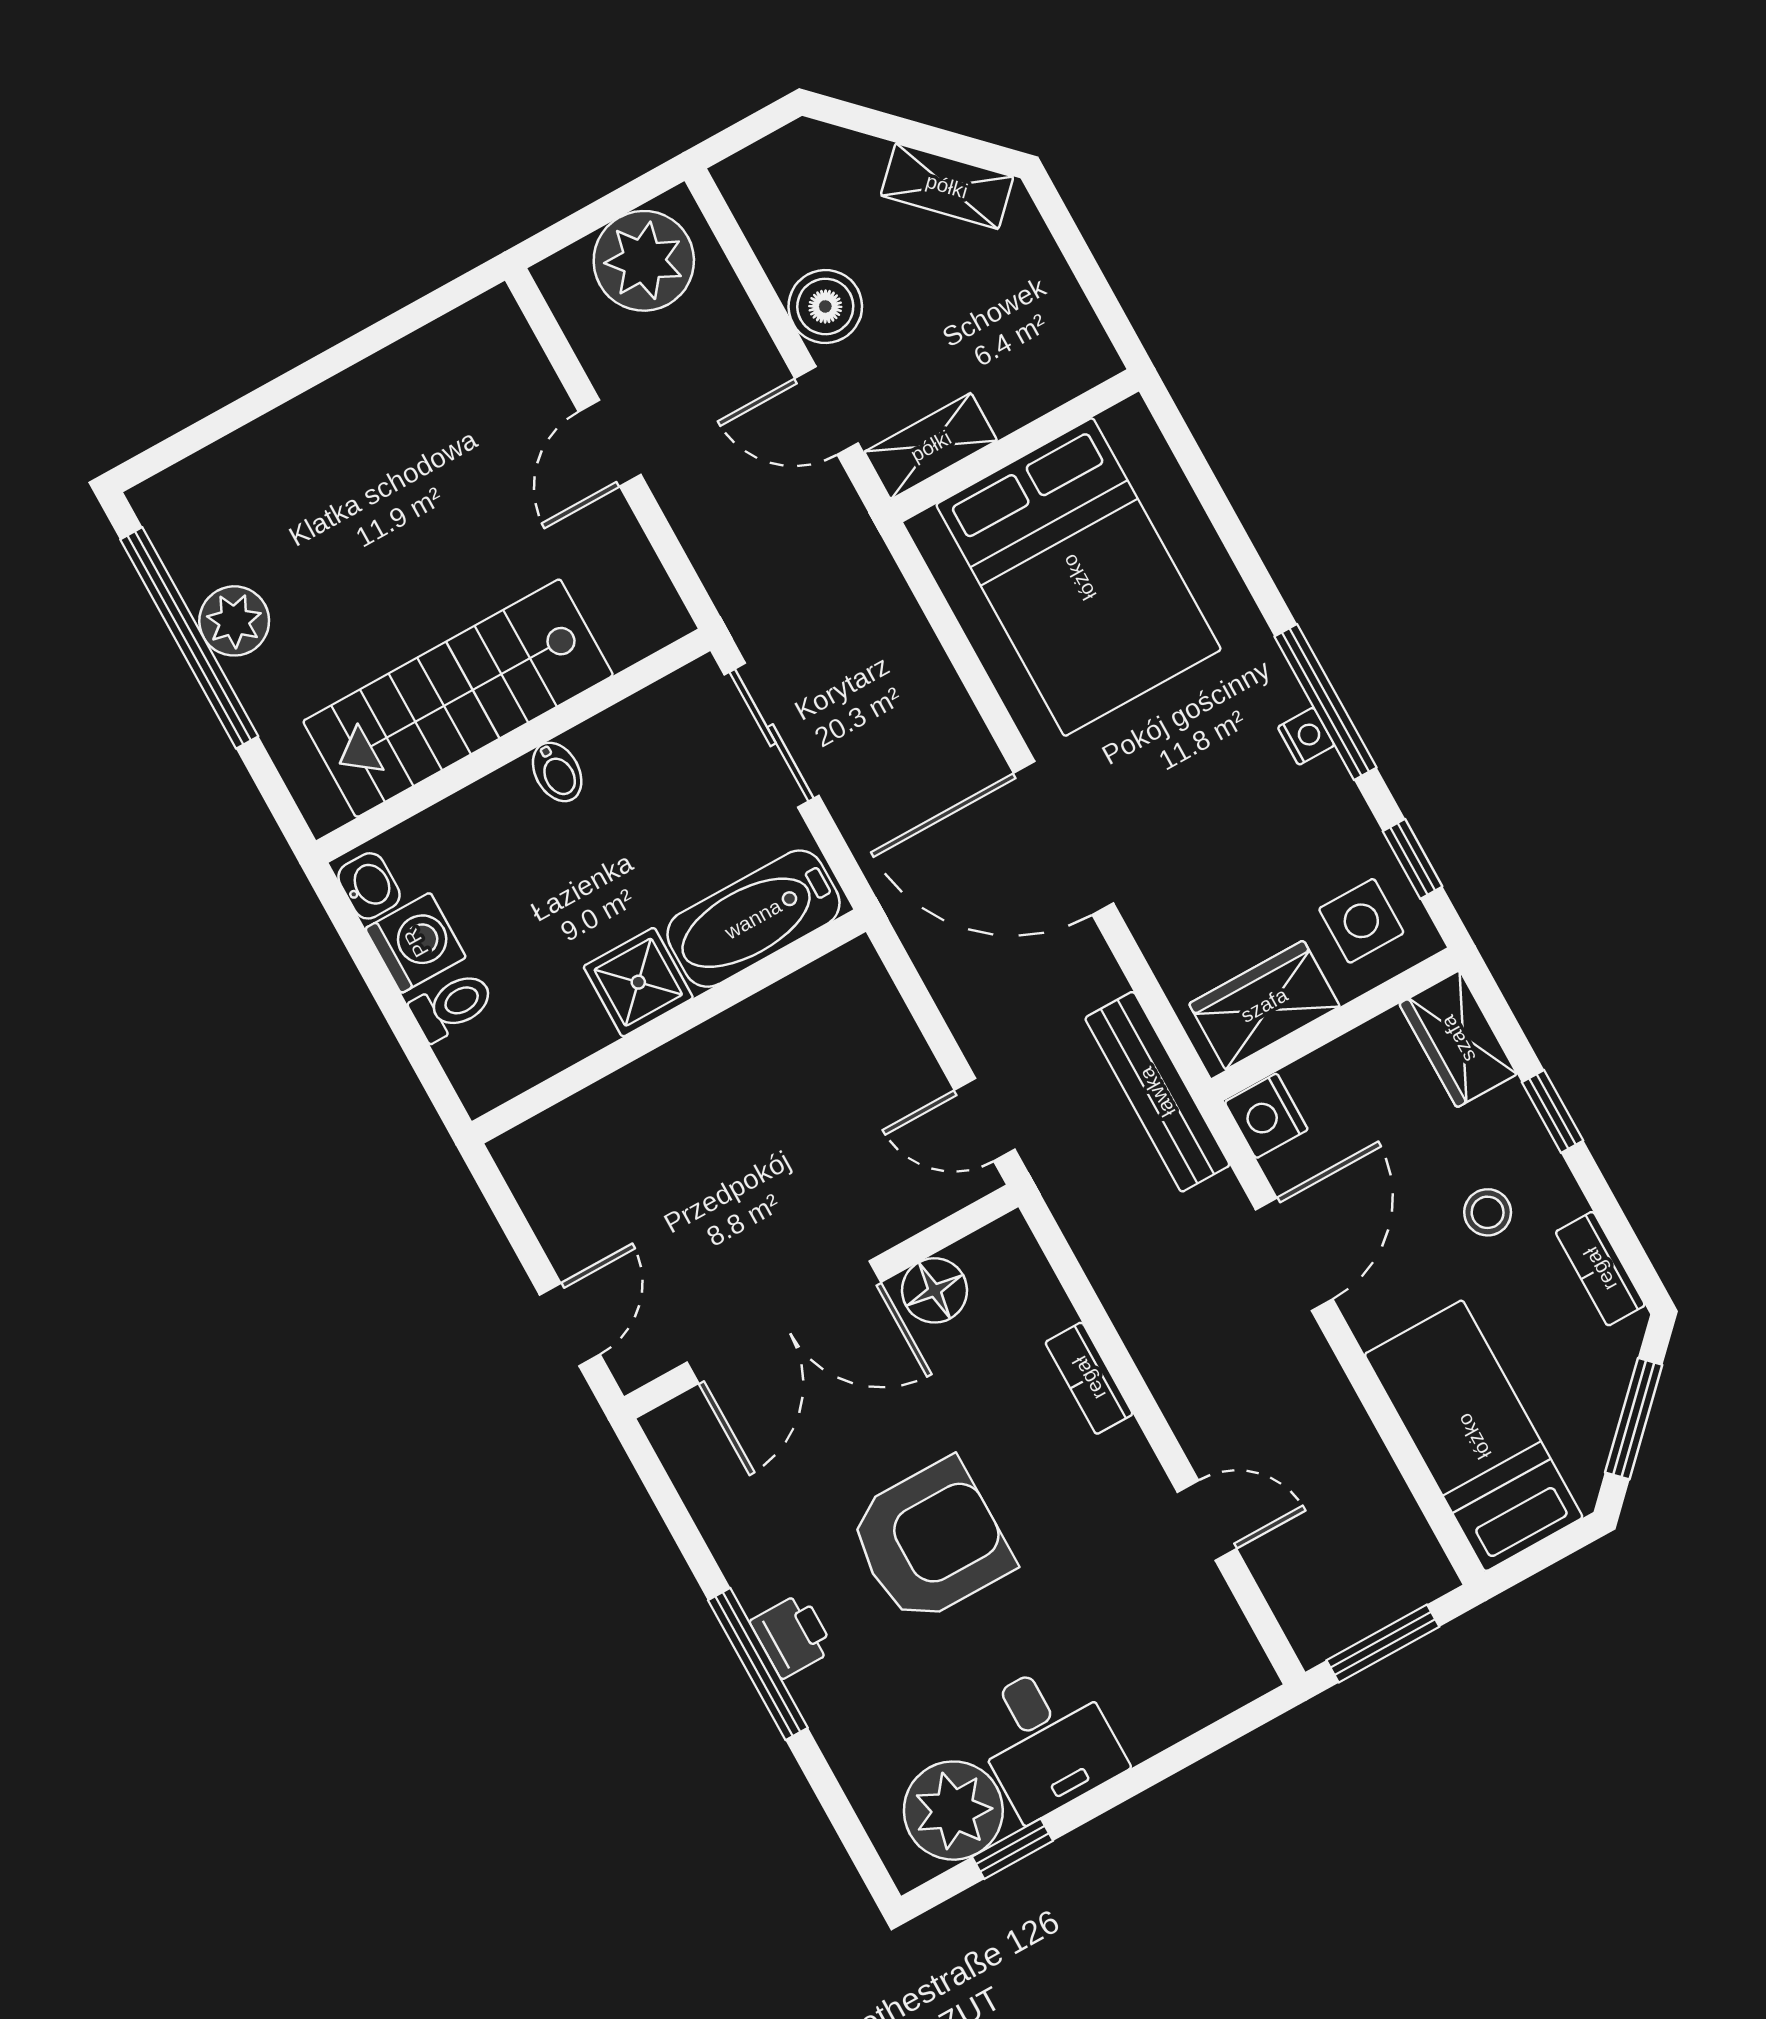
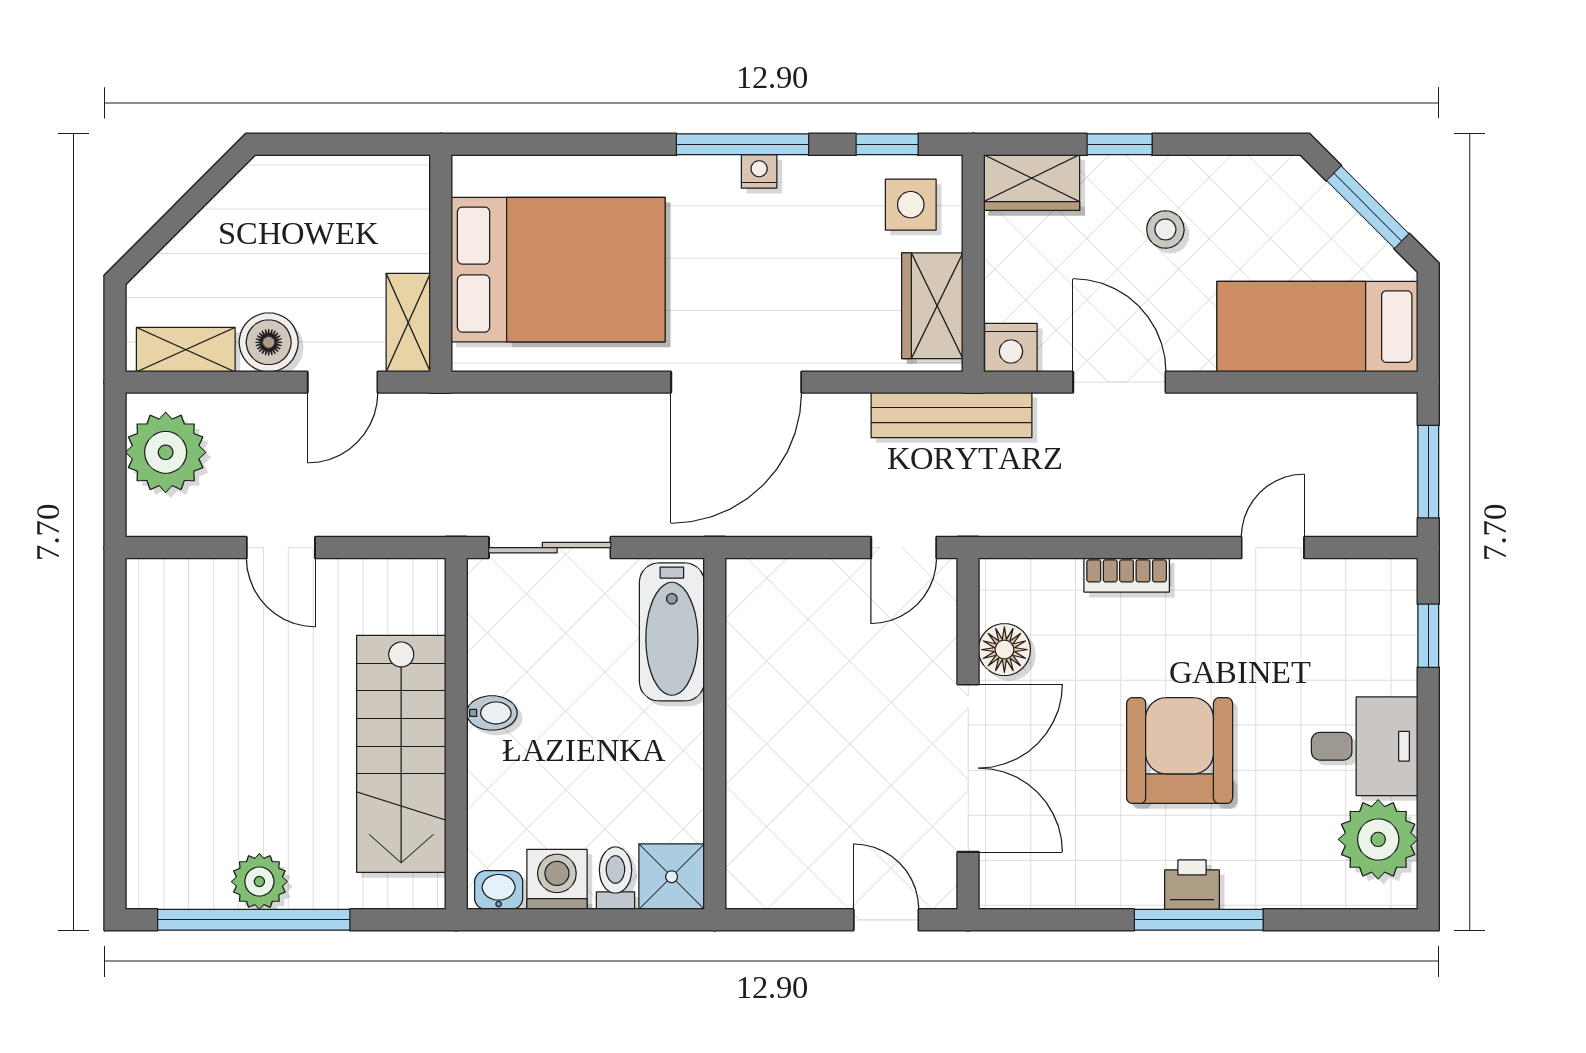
shelving: (947, 186) -> (186, 350), moved, turned 45
shower: (638, 982) -> (672, 877), moved
bookcase: (1600, 1269) -> (1249, 172), removed
window: (1013, 1849) -> (1428, 636), moved

